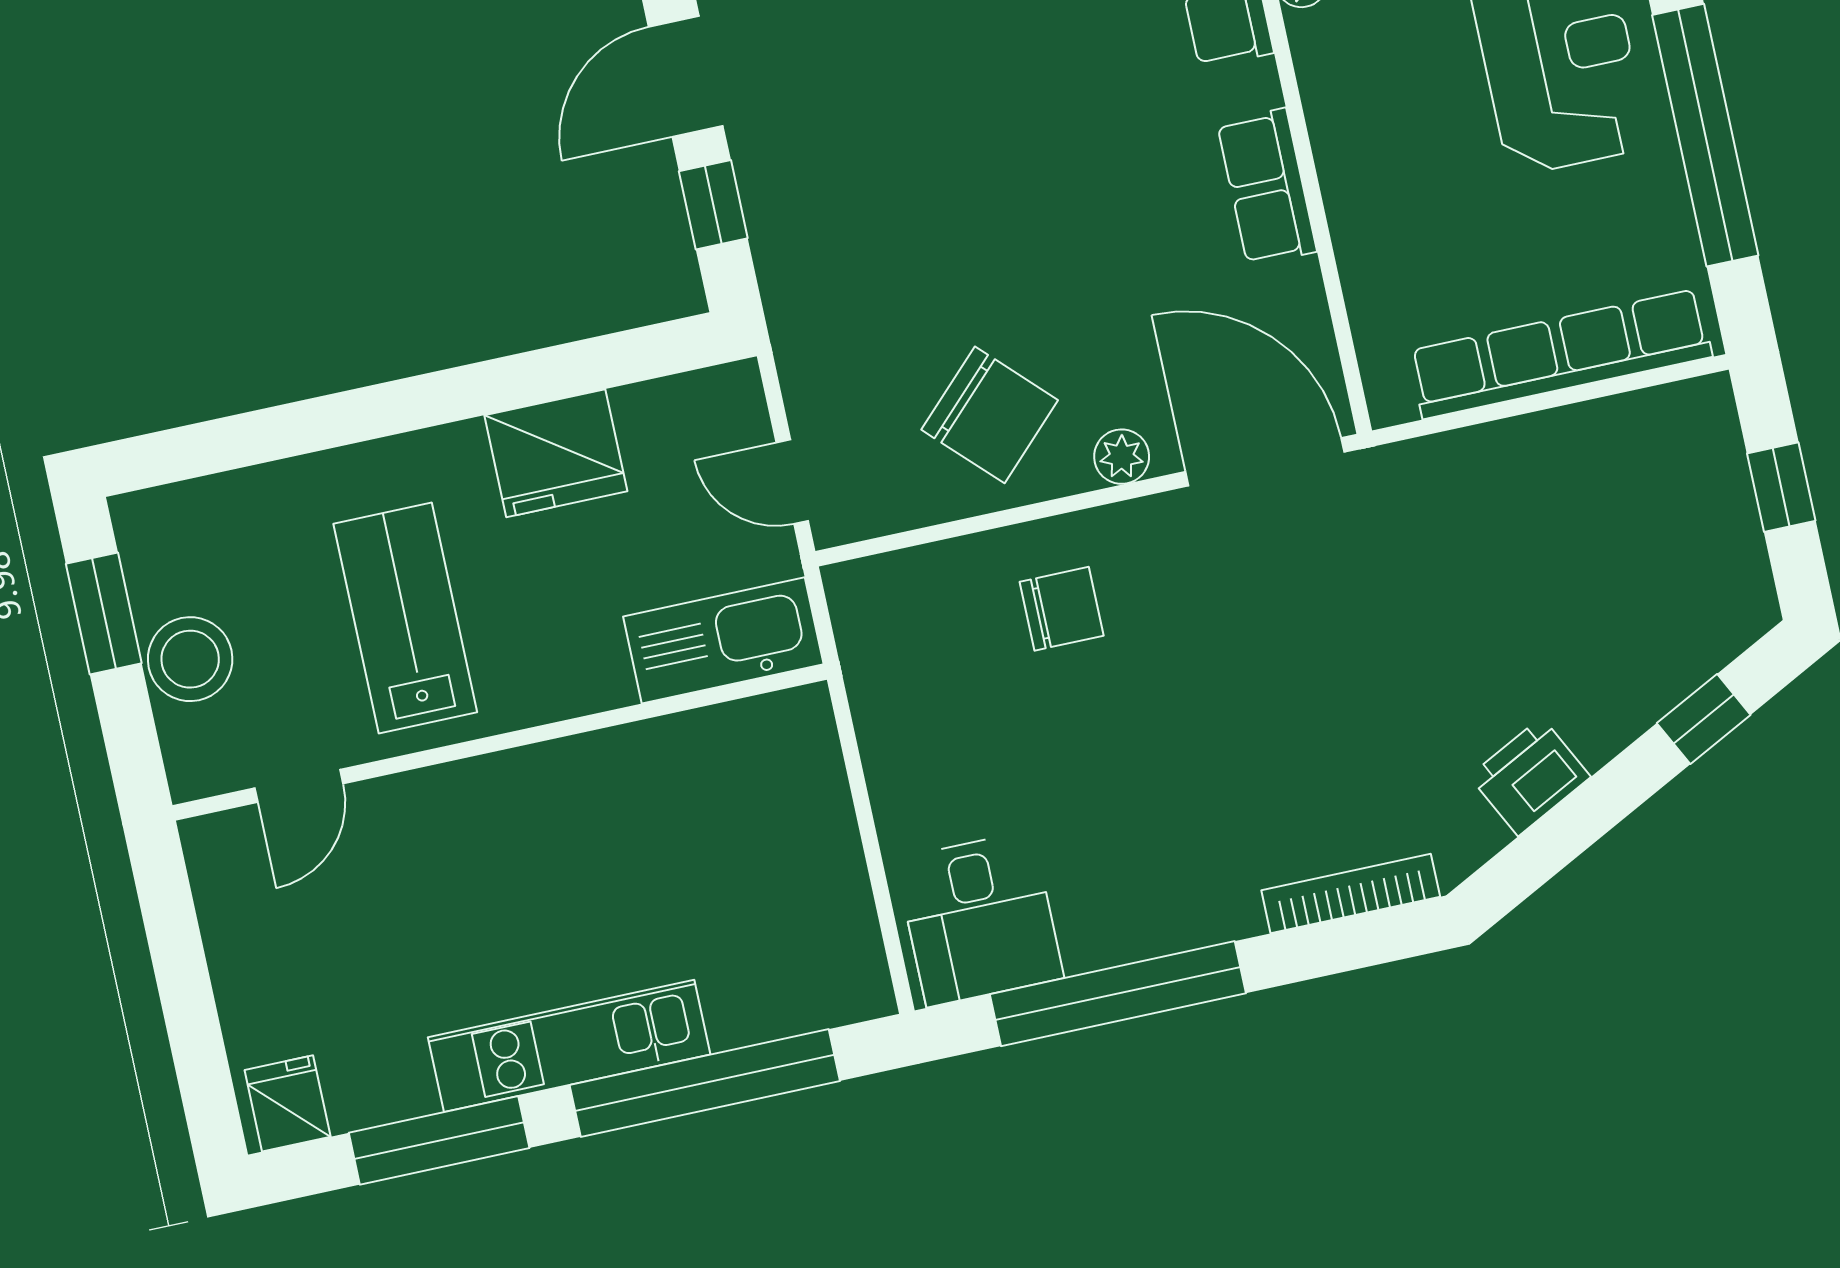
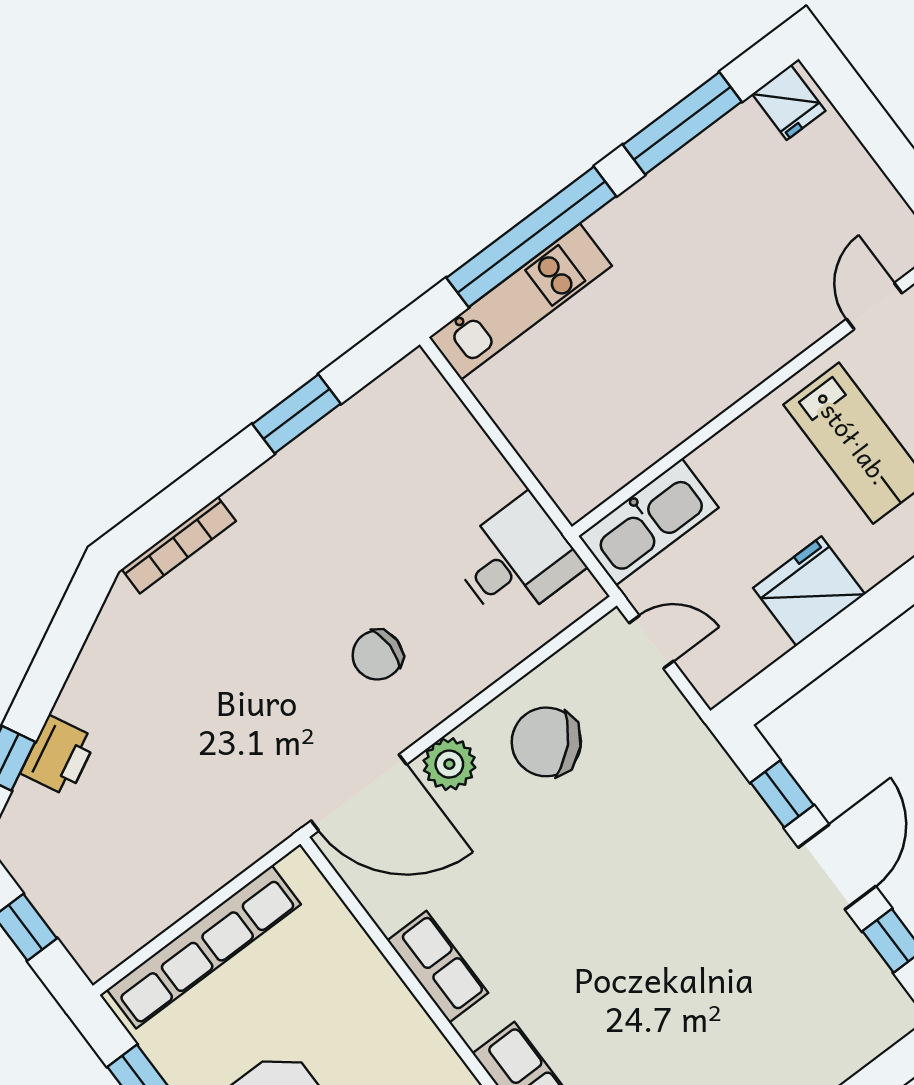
plant: (1122, 457) -> (449, 764), width x1.38, depth x1.38
chair: (1062, 609) -> (377, 655), moved
printer: (1530, 776) -> (59, 756), moved
desk: (979, 919) -> (516, 560), moved, turned 90
window: (1118, 994) -> (296, 414), width x0.47
kitchen unit: (569, 1046) -> (520, 302), moved

